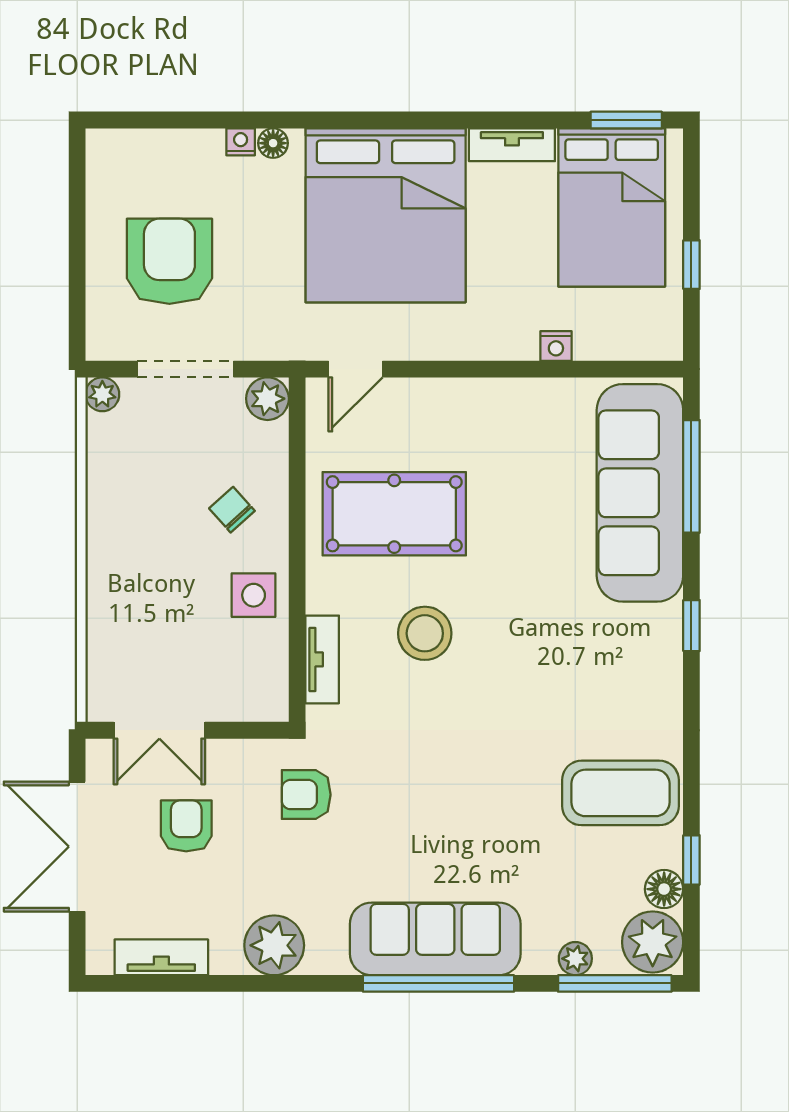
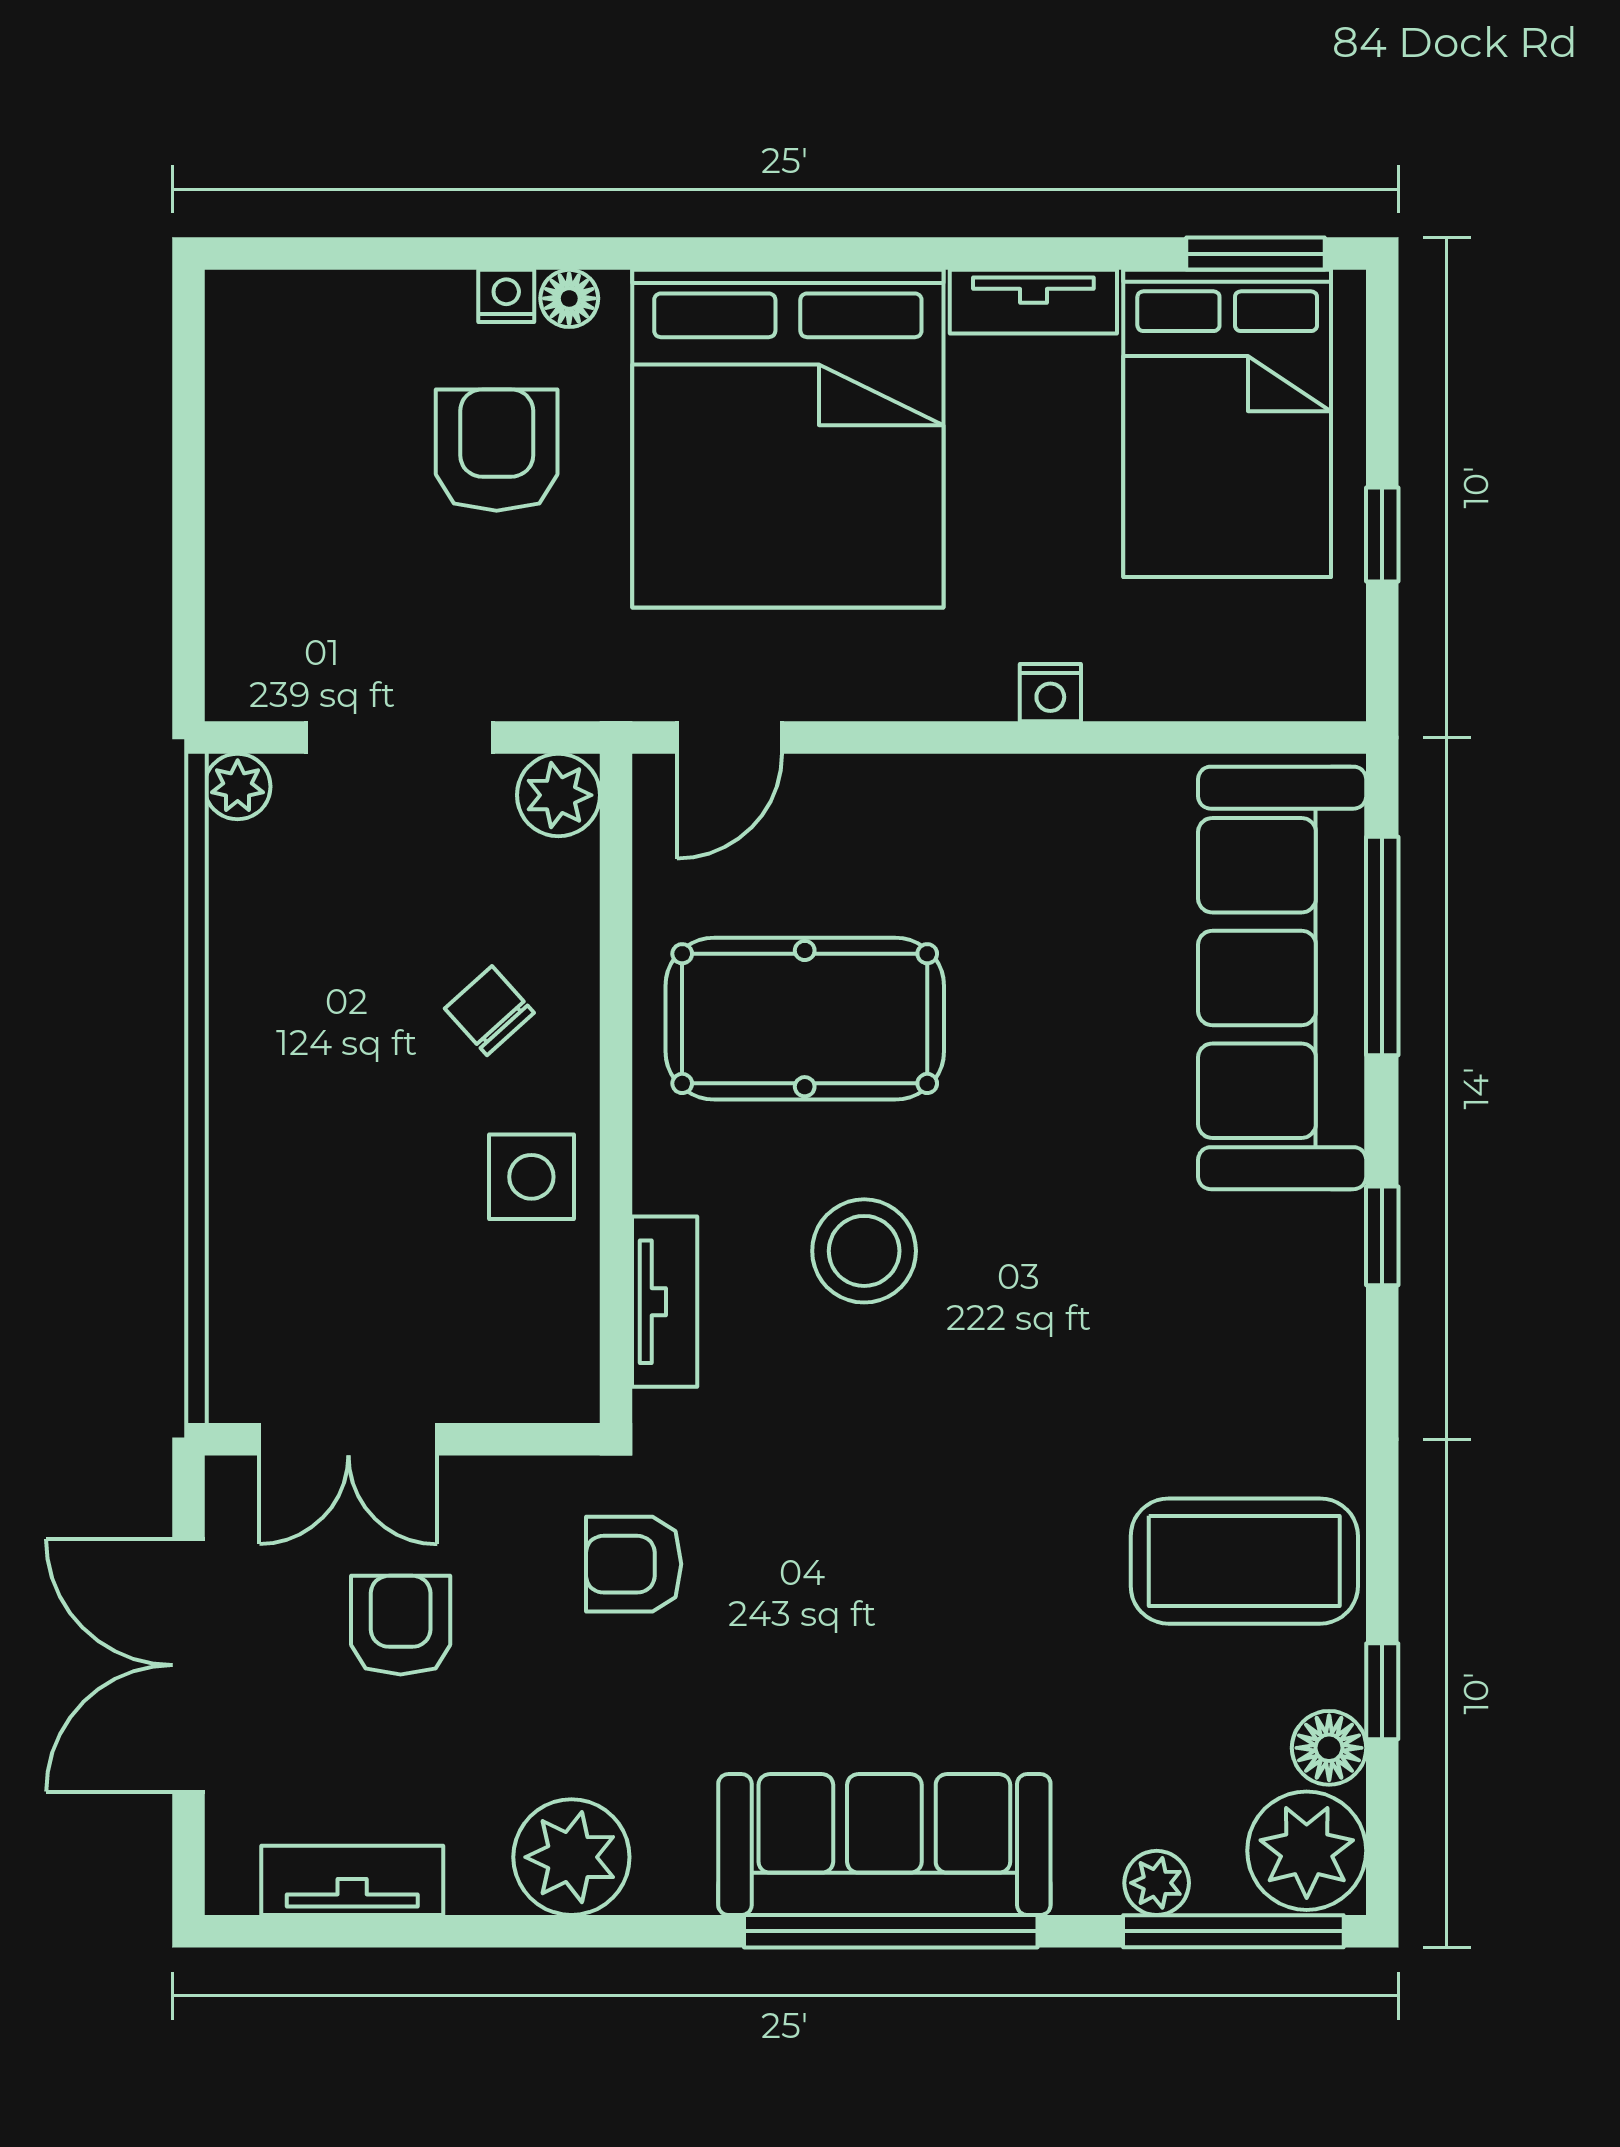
armchair: (169, 261) -> (497, 450), moved, width x0.73, depth x0.73
nightstand: (556, 346) -> (1050, 693), moved

